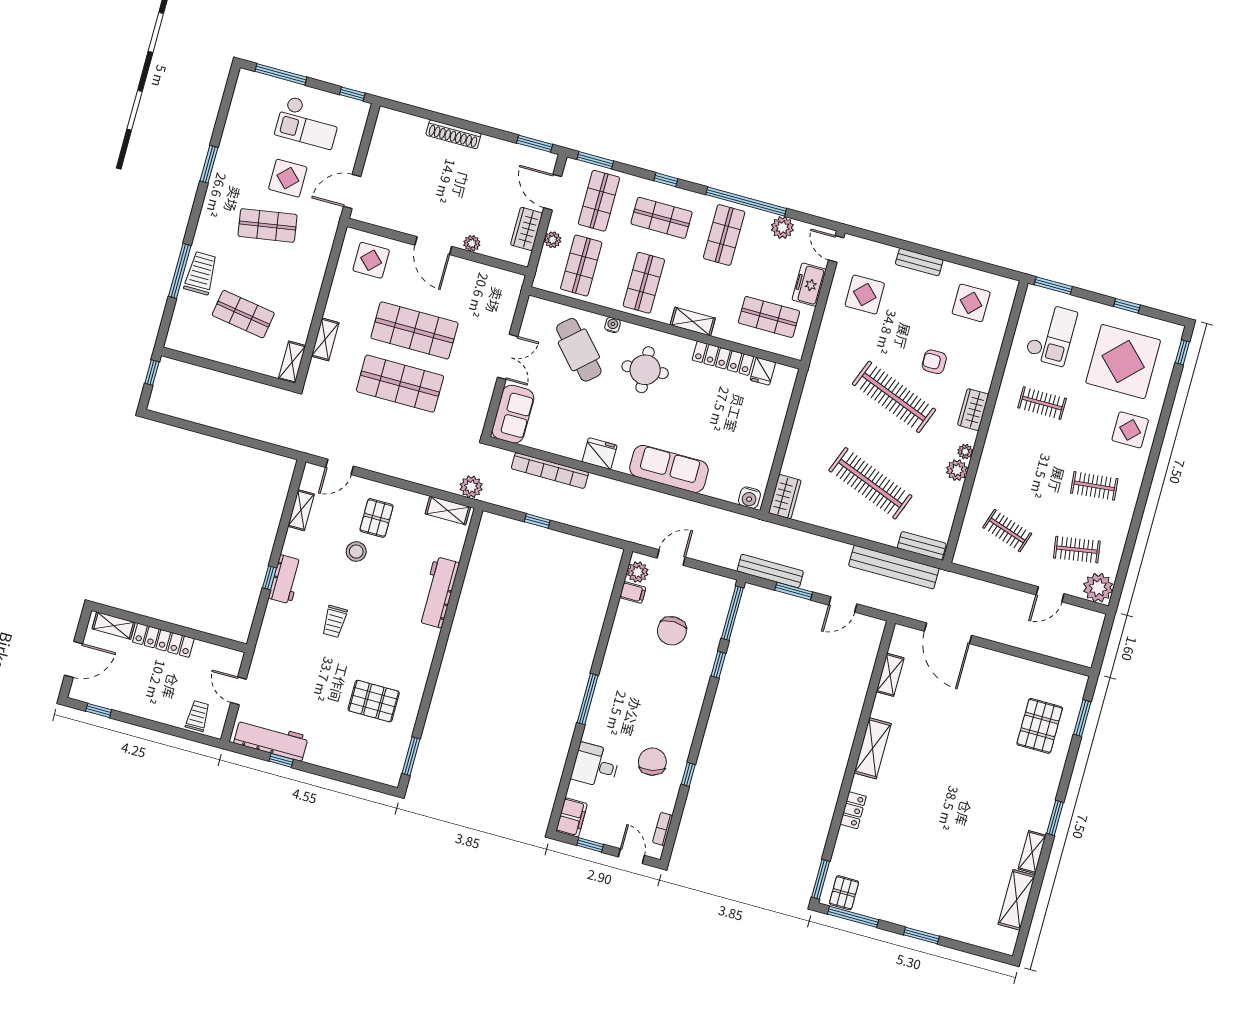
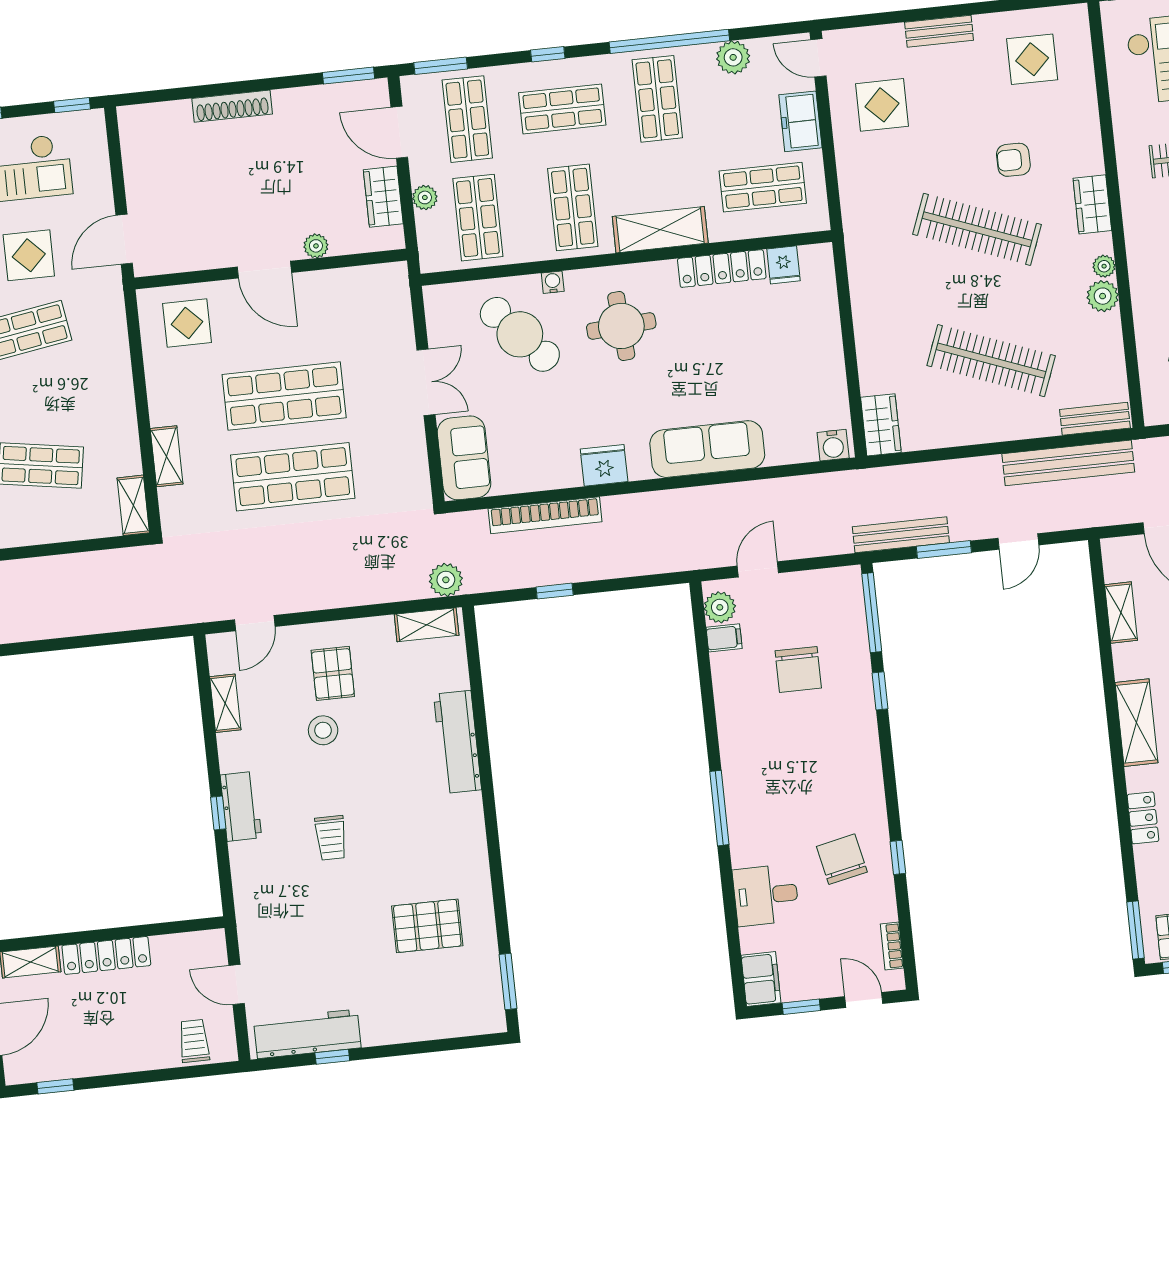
shelving: (693, 322) -> (660, 230), width x1.50, depth x1.33

